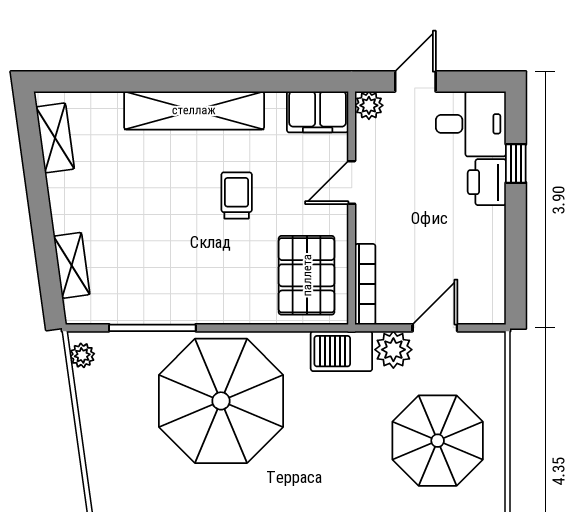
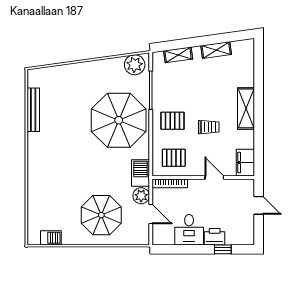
plant: (369, 105) -> (248, 185), removed
shelving: (194, 110) -> (246, 108), width x0.68
desk: (471, 124) -> (189, 230), moved
shelving: (55, 138) -> (216, 50), moved
pallet: (307, 275) -> (174, 158), width x0.67, depth x0.71
pallet: (222, 278) -> (173, 121), added
plant: (82, 355) -> (135, 65), width x1.88, depth x1.88

